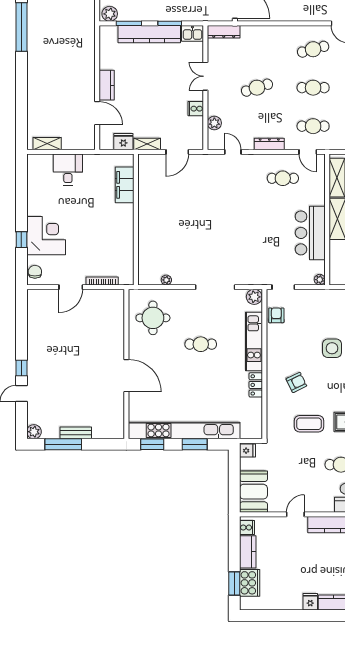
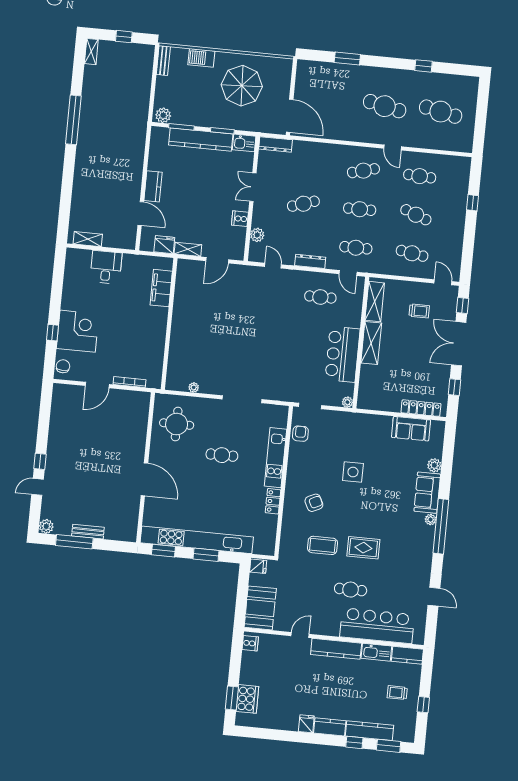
plant: (254, 297) -> (280, 413), removed
kitchen counter: (248, 552) -> (248, 668), removed

